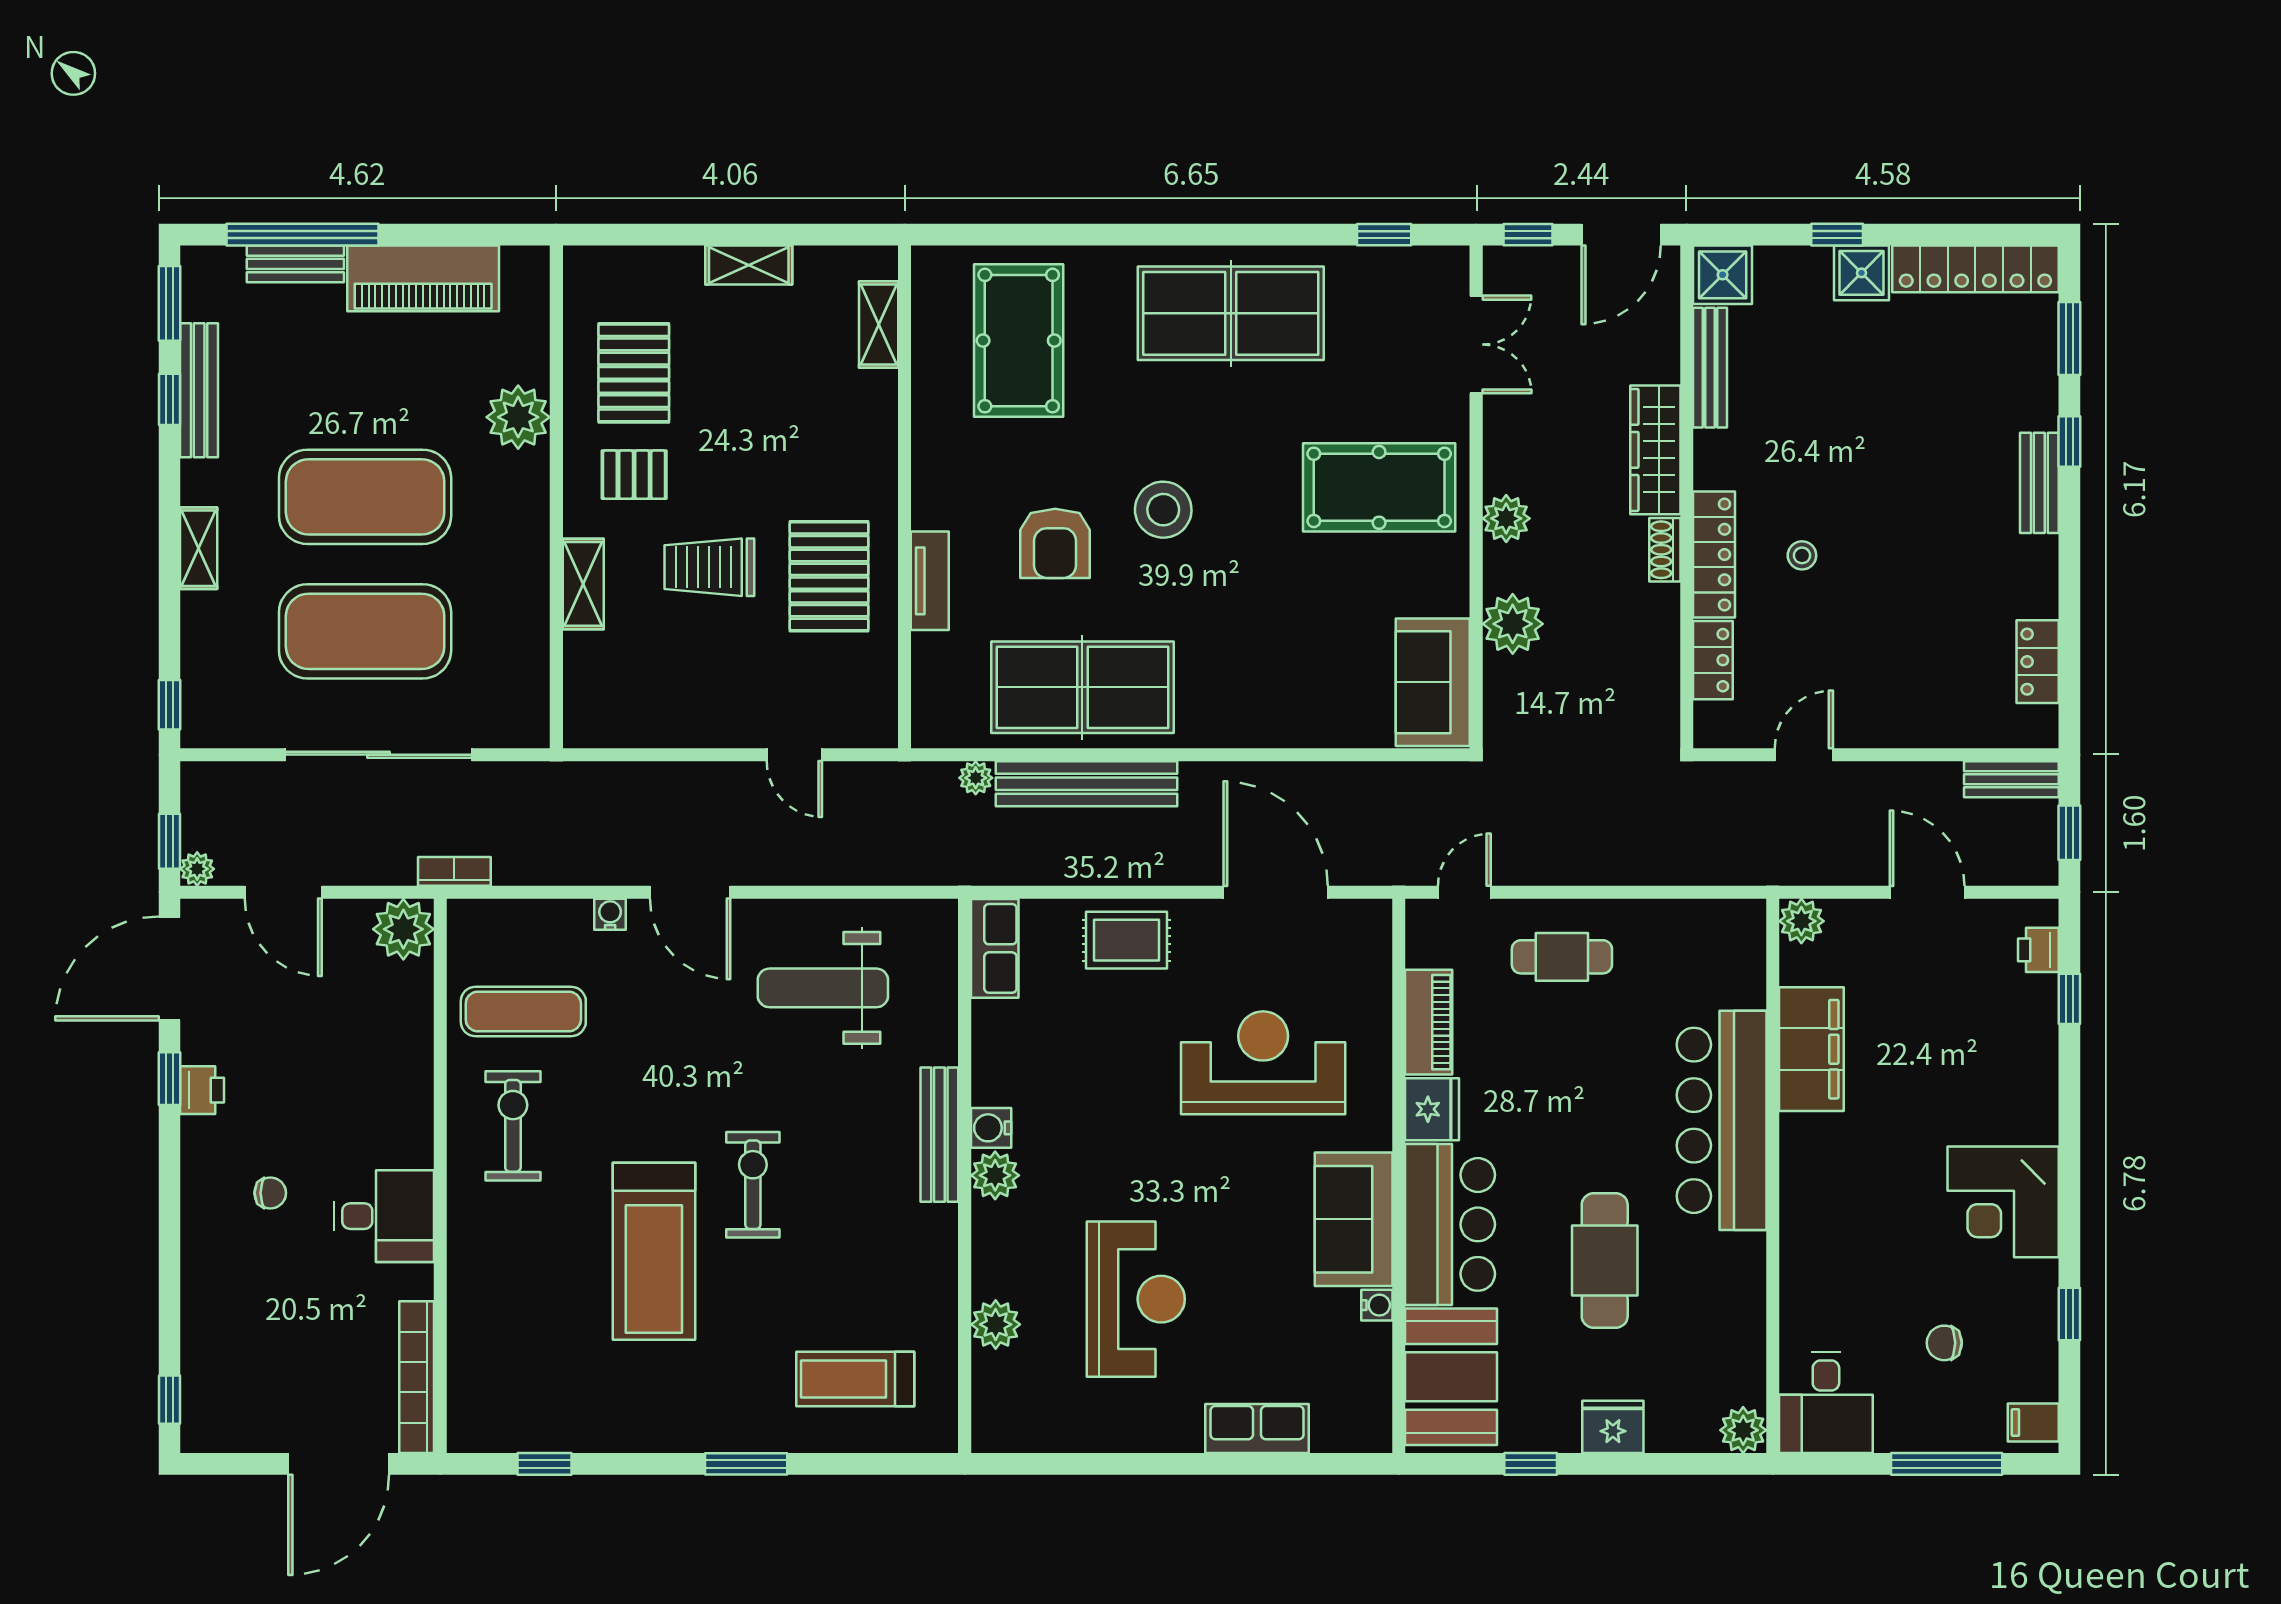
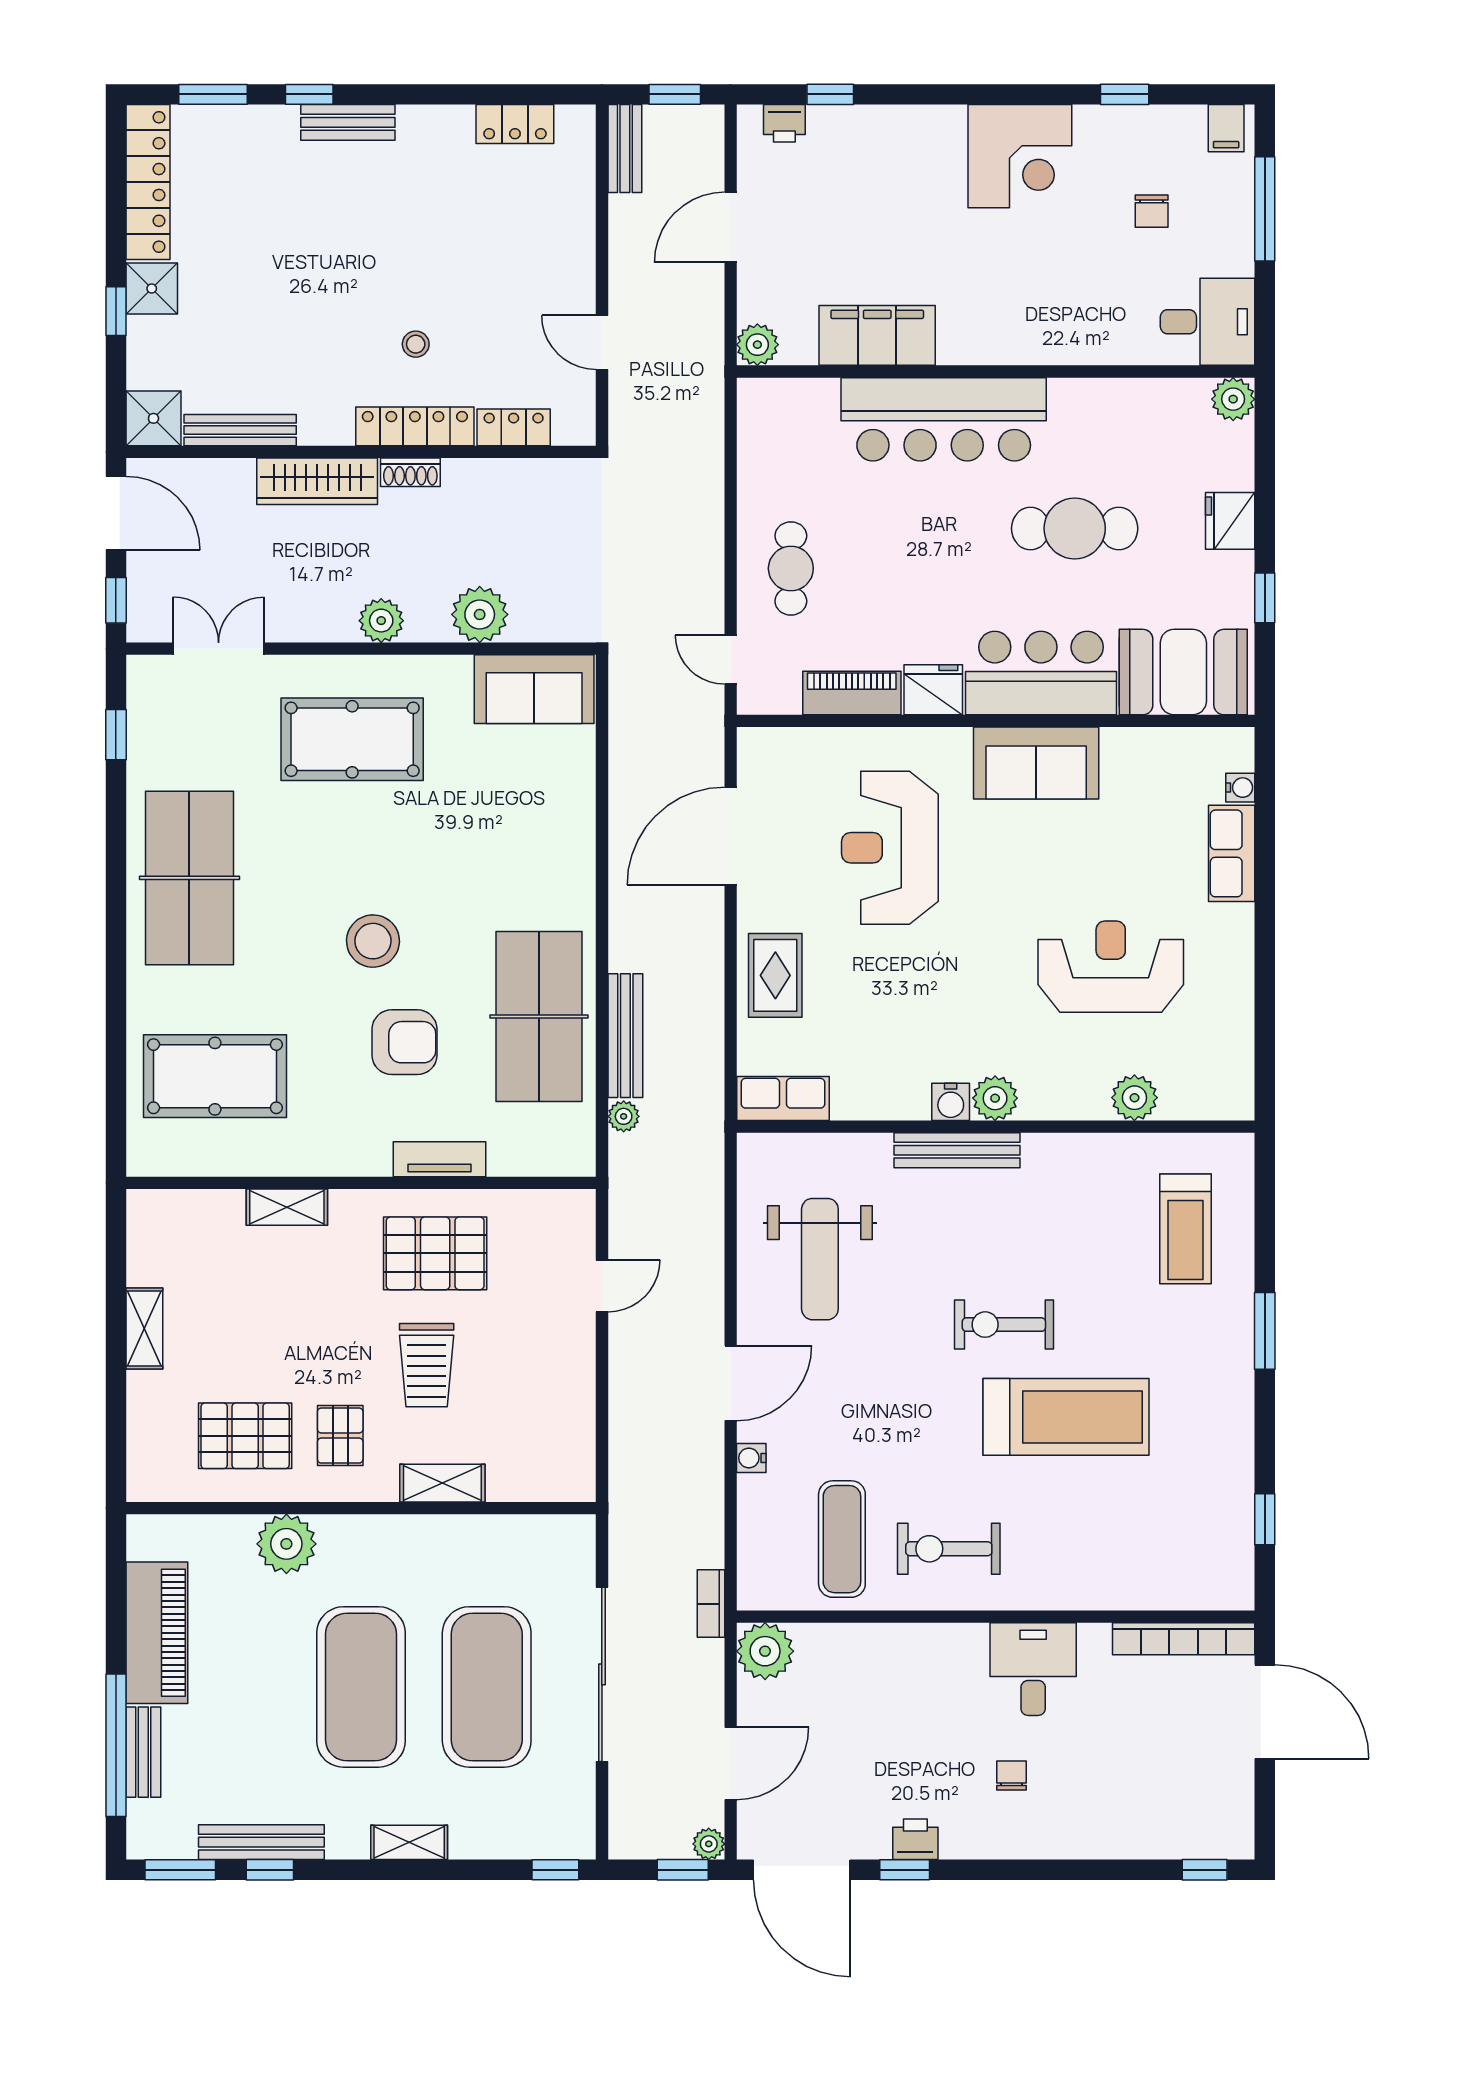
shelving: (879, 325) -> (287, 1207), moved
pool table: (1379, 487) -> (352, 739), turned 90
bench: (1086, 784) -> (625, 1036), width x0.73, depth x0.82
water cooler: (1377, 1305) -> (1240, 788), moved, turned 90

